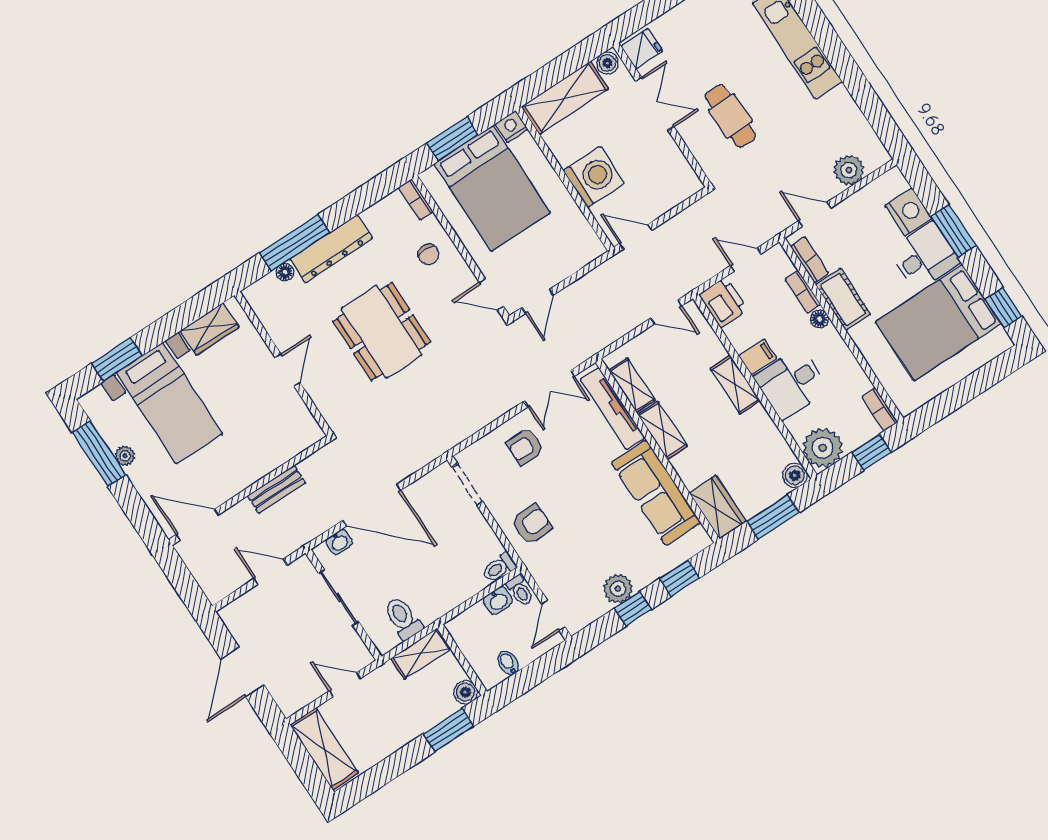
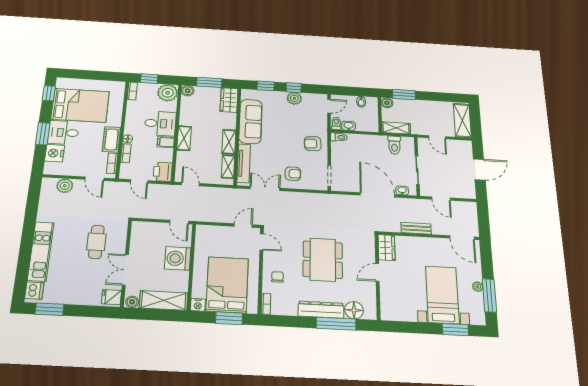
floor lamp: (285, 272) -> (354, 310), width x1.89, depth x1.89
wardrobe: (210, 329) -> (387, 248), moved, turned 90

